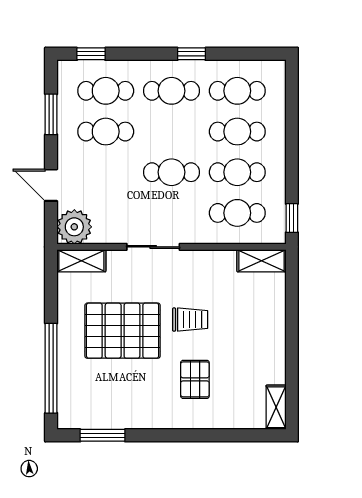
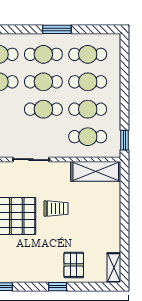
window: (191, 54) -> (57, 29), width x1.50
cafe table: (171, 132) -> (43, 82), added
shelving: (261, 261) -> (96, 171), width x1.50, depth x1.33
pallet: (195, 379) -> (74, 265), moved
window: (193, 435) -> (58, 287), added

